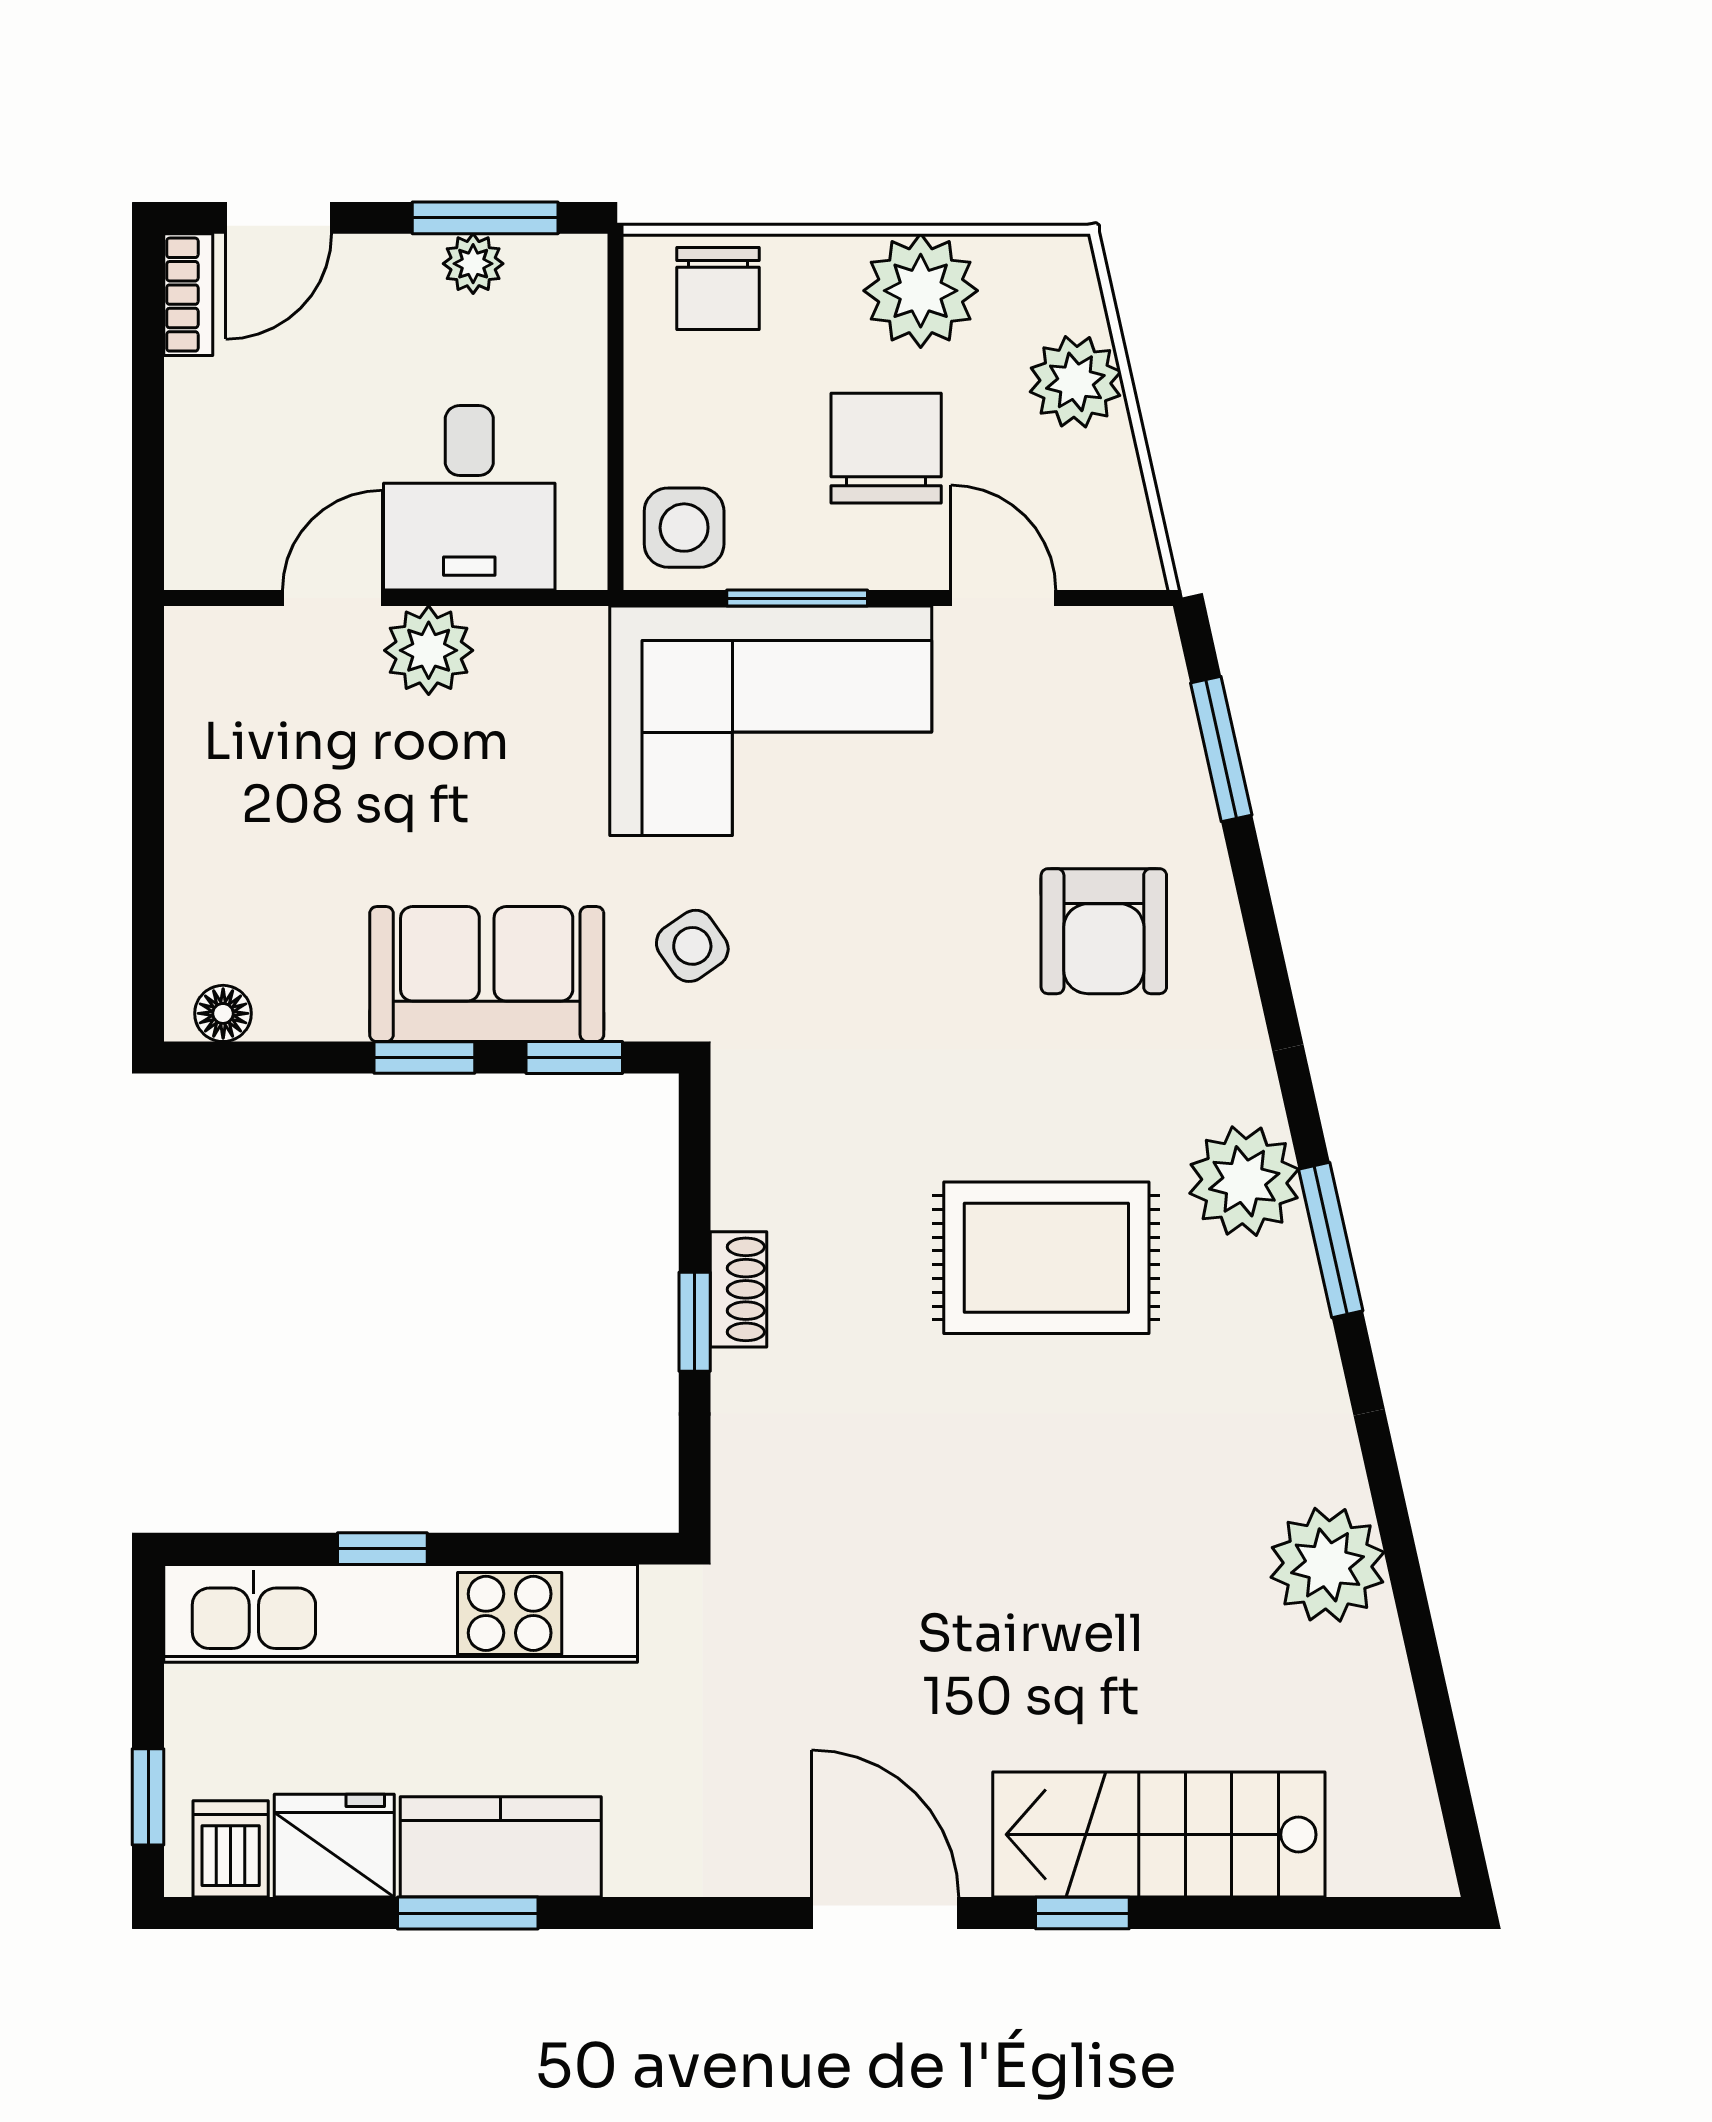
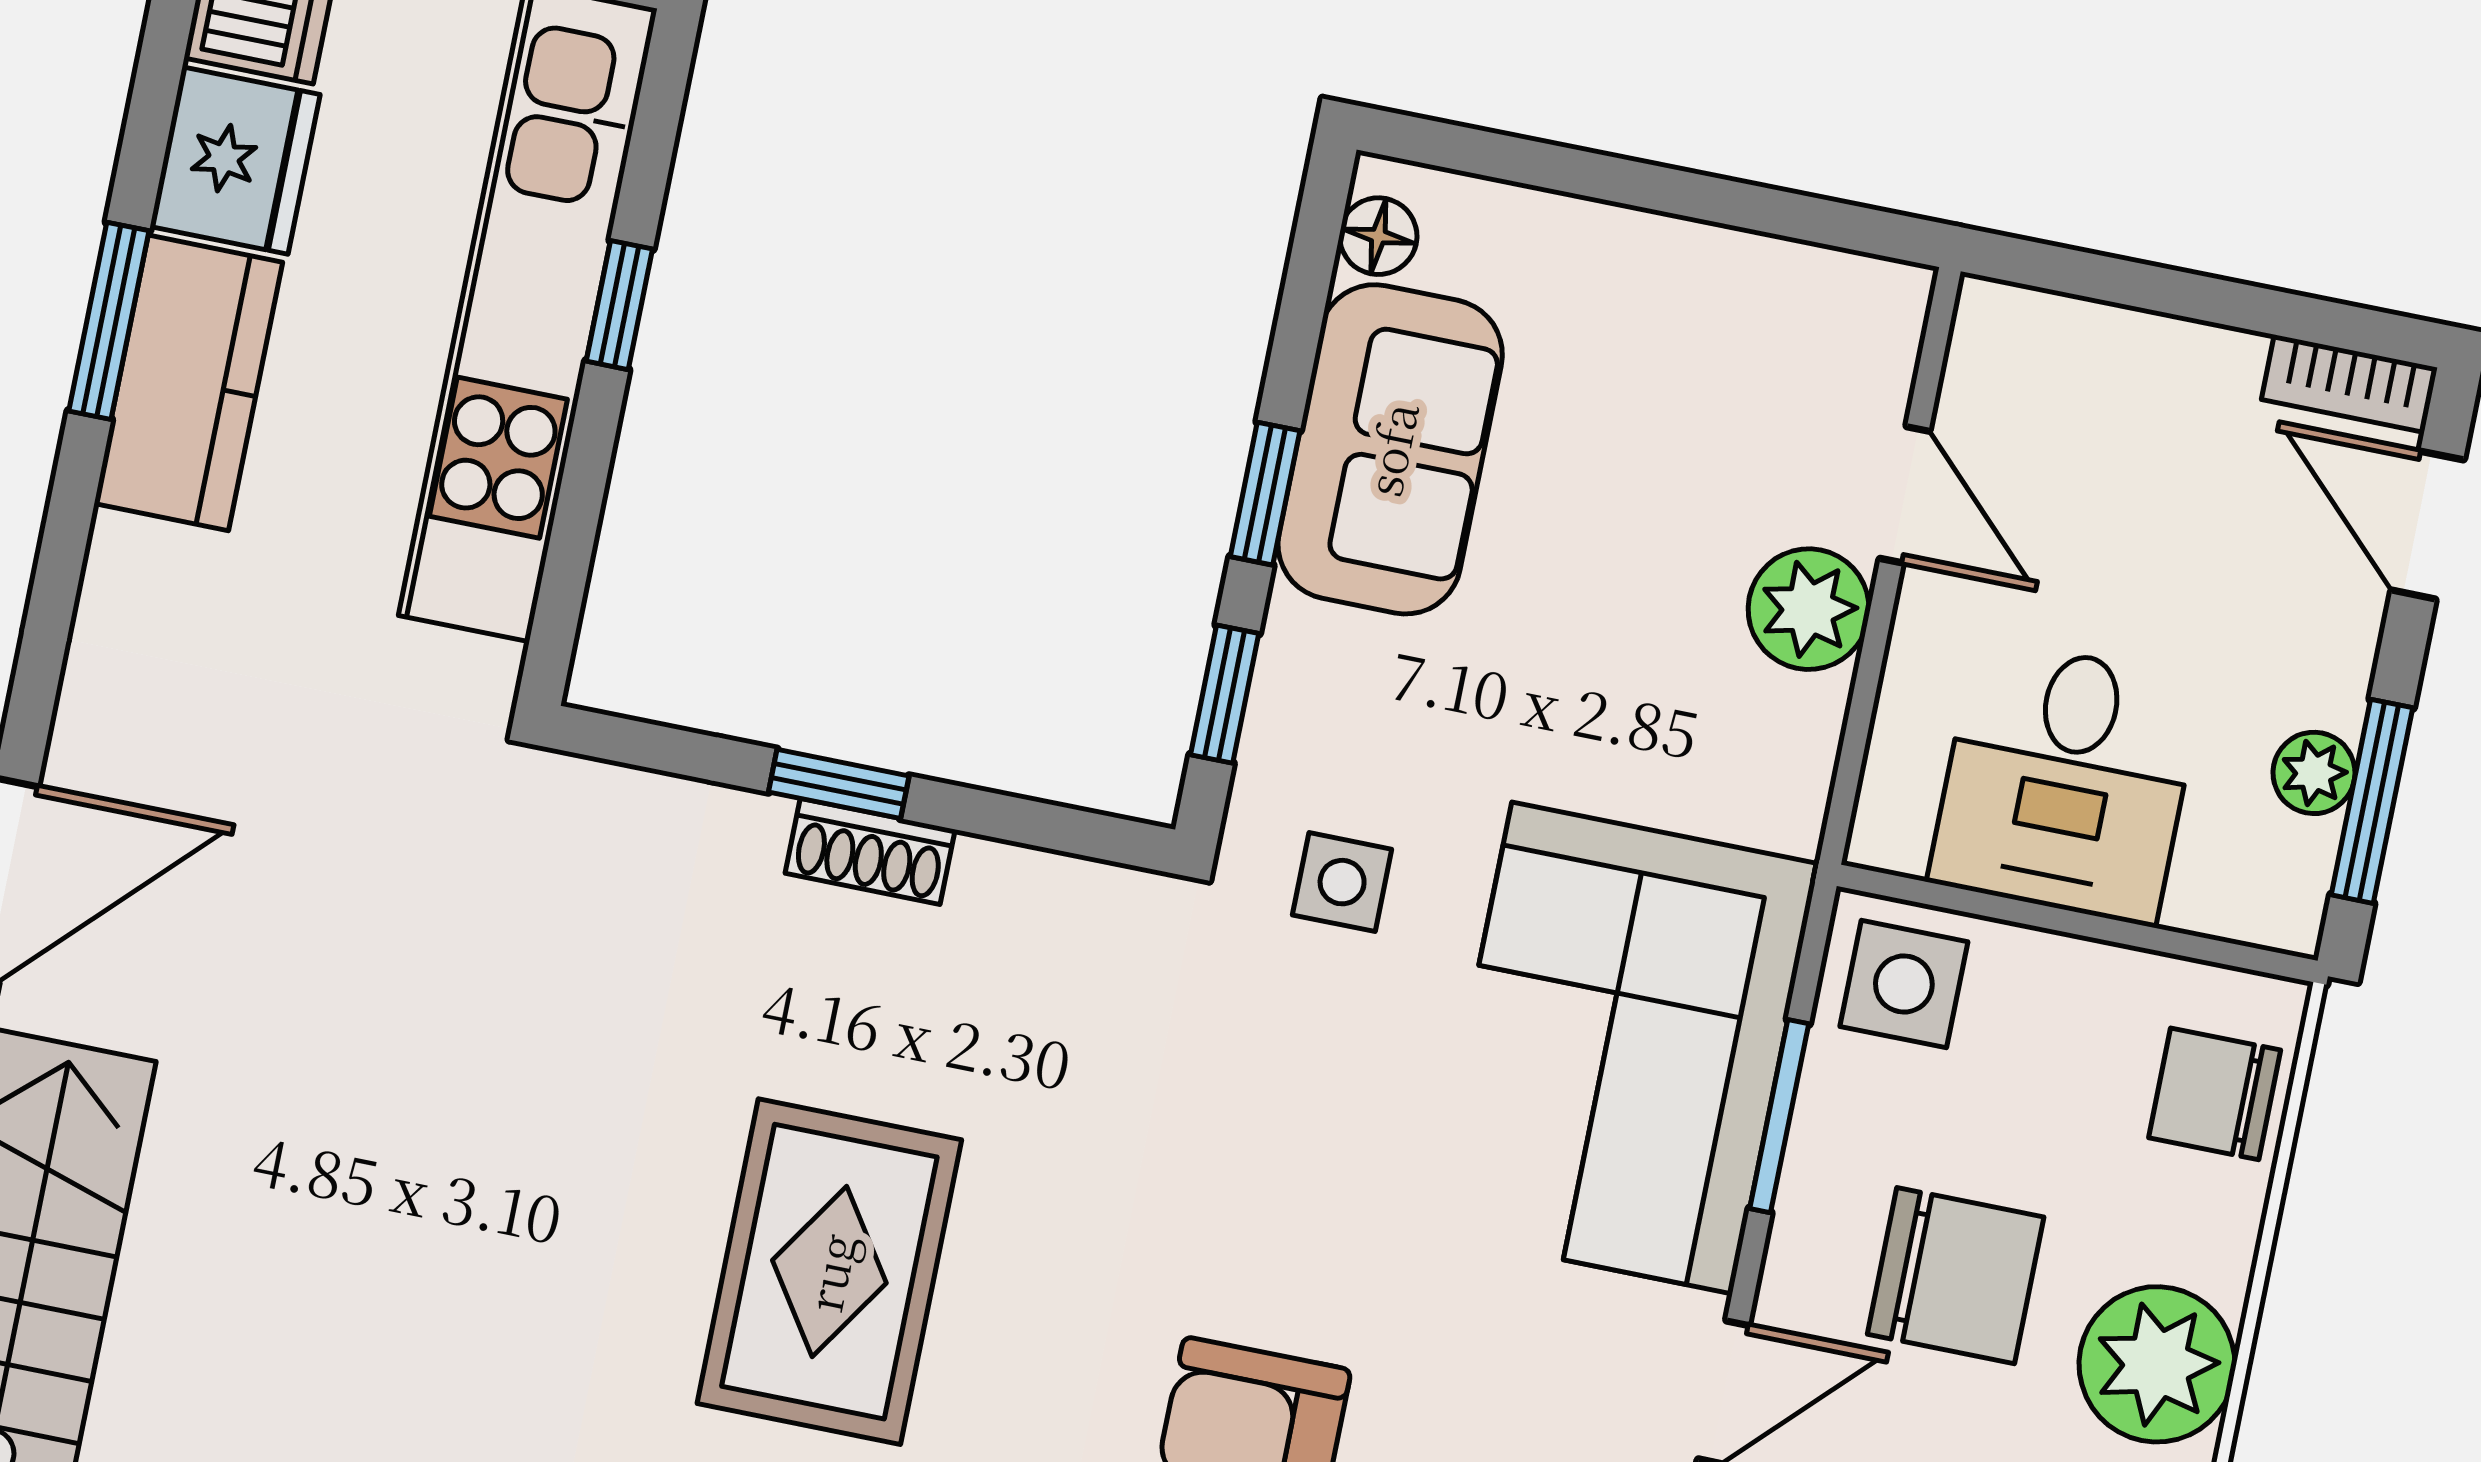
desk: (469, 498) -> (2066, 781), moved, turned -90
side table: (692, 946) -> (1342, 882), turned 35
sofa: (487, 974) -> (1390, 449), moved

